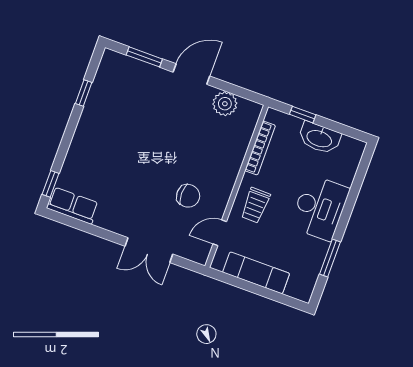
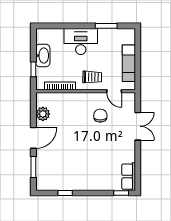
door: (191, 74) -> (33, 138), swing flipped

